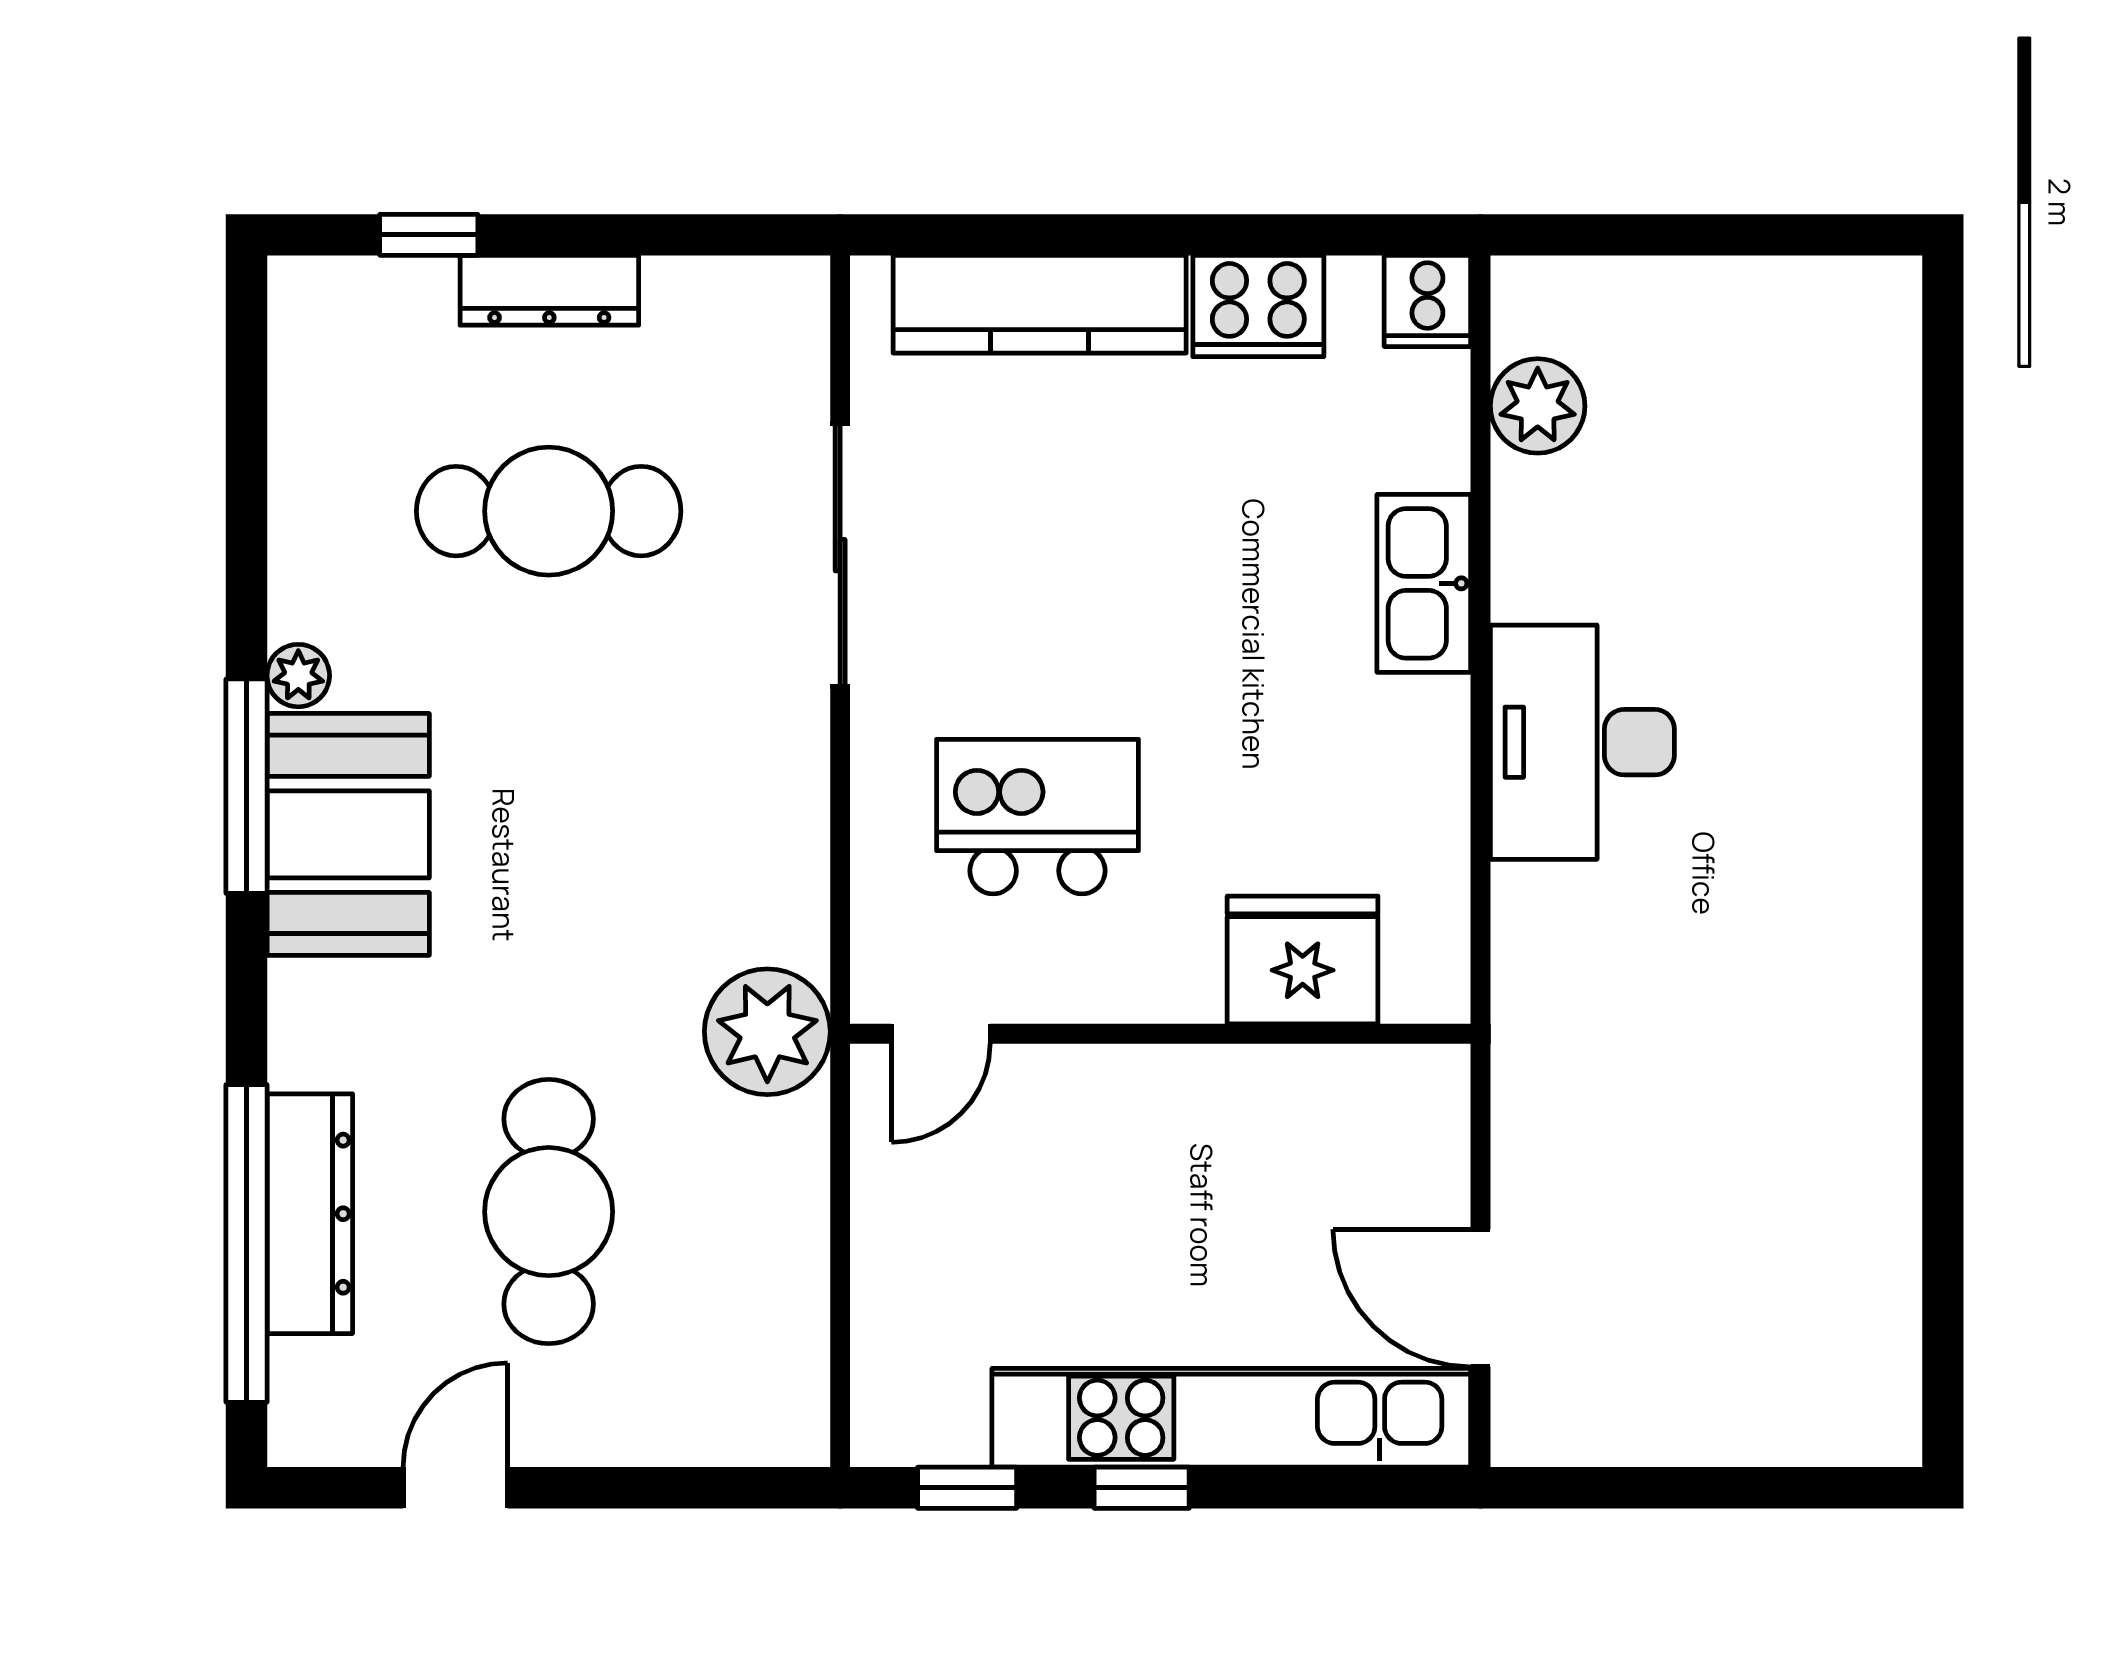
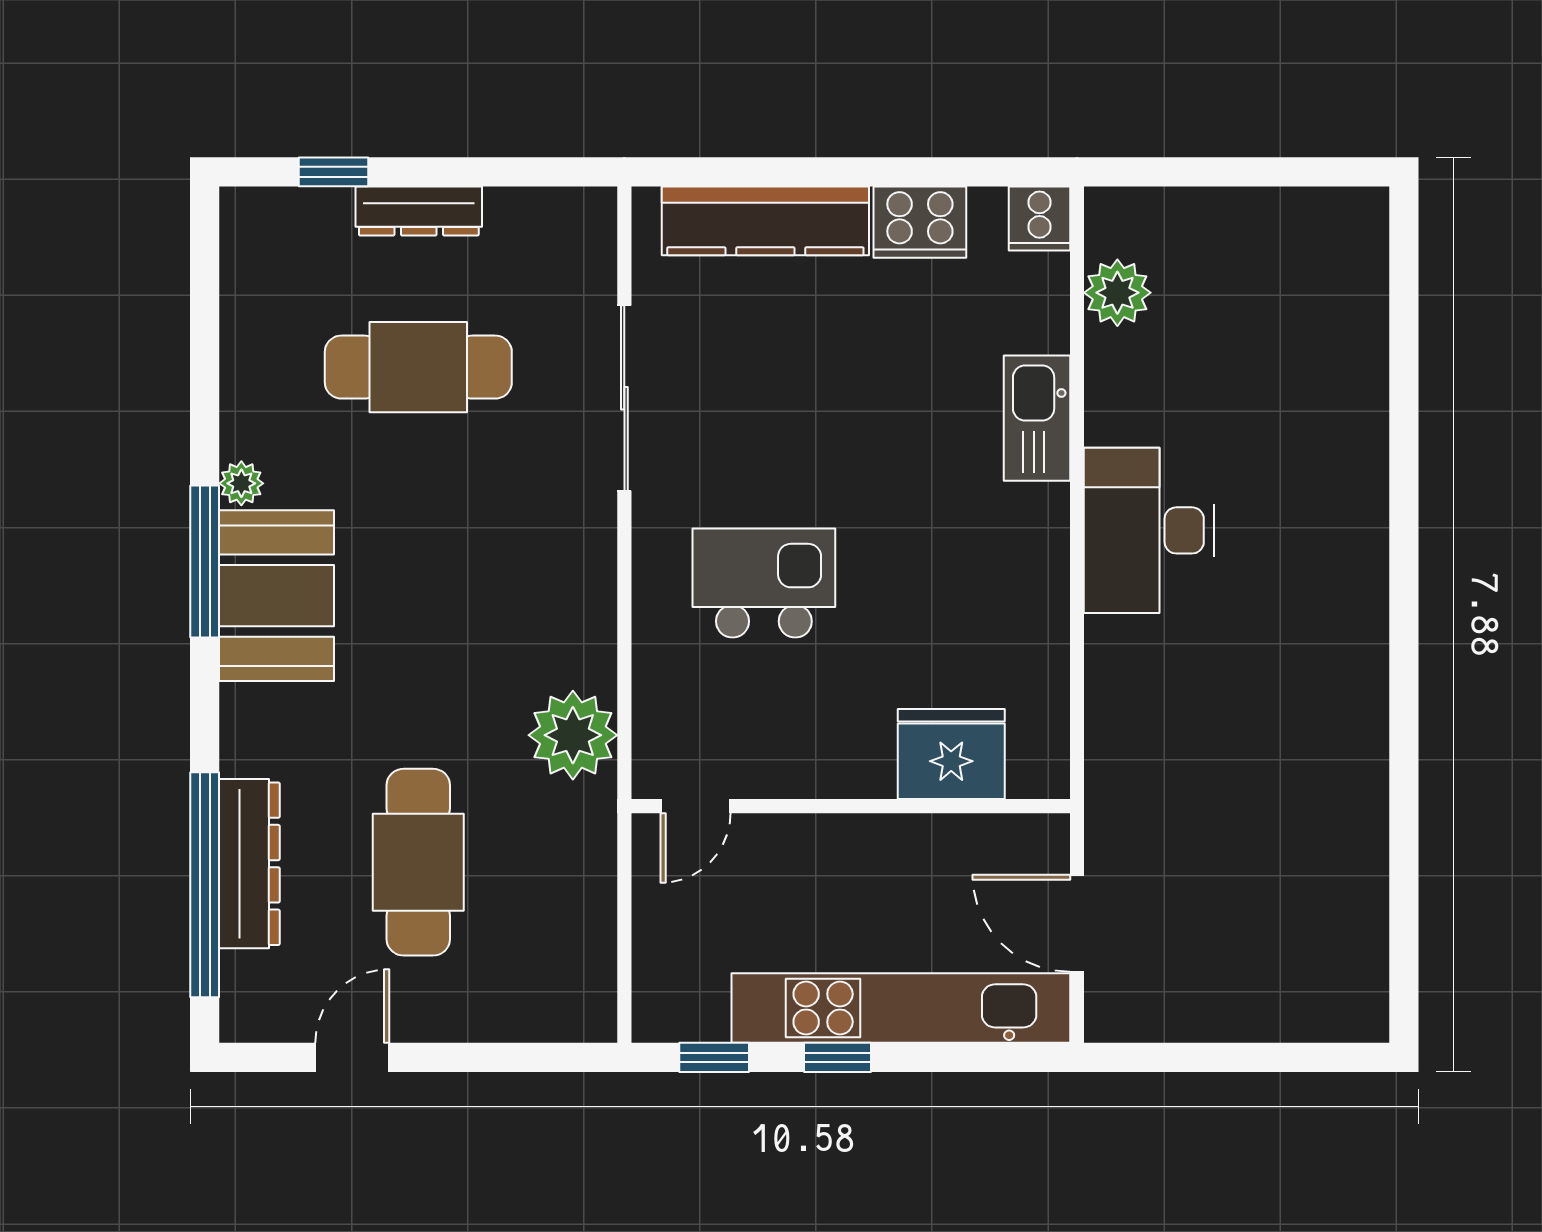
fridge: (1303, 960) -> (951, 754), moved
door: (941, 1034) -> (695, 806), moved
wall: (1160, 1034) -> (851, 806), moved

